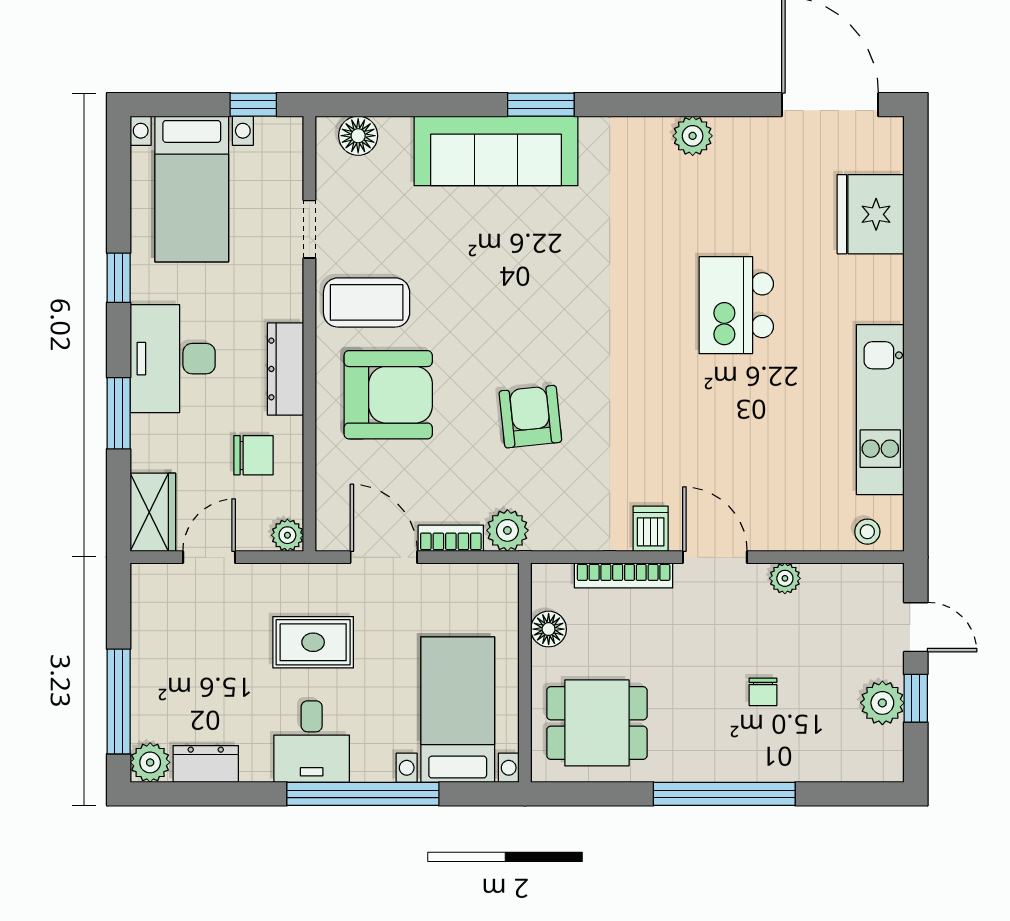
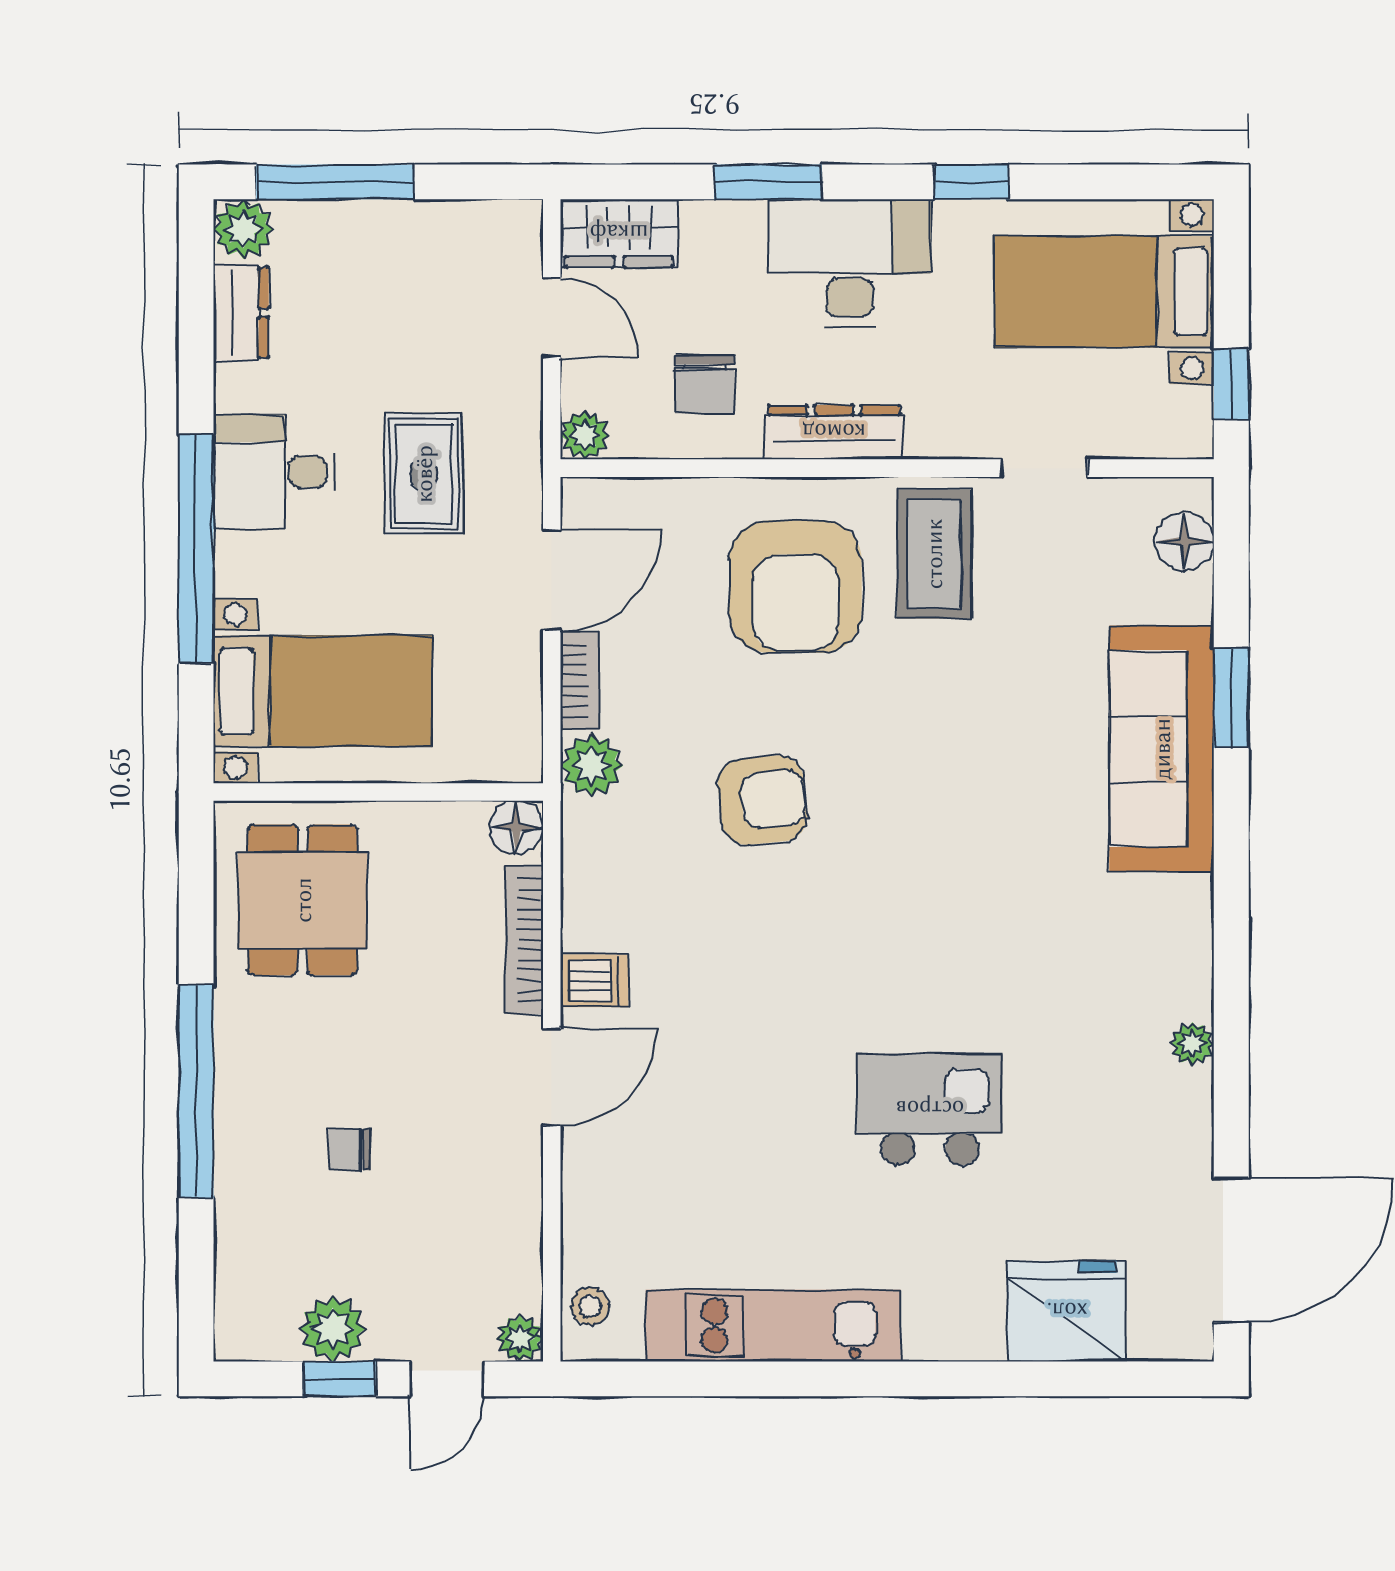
window: (541, 105) -> (1231, 698), moved
plant: (693, 136) -> (1192, 1044), width x0.73, depth x0.73
plant: (785, 578) -> (520, 1338), moved
floor lamp: (549, 629) -> (516, 827), moved

